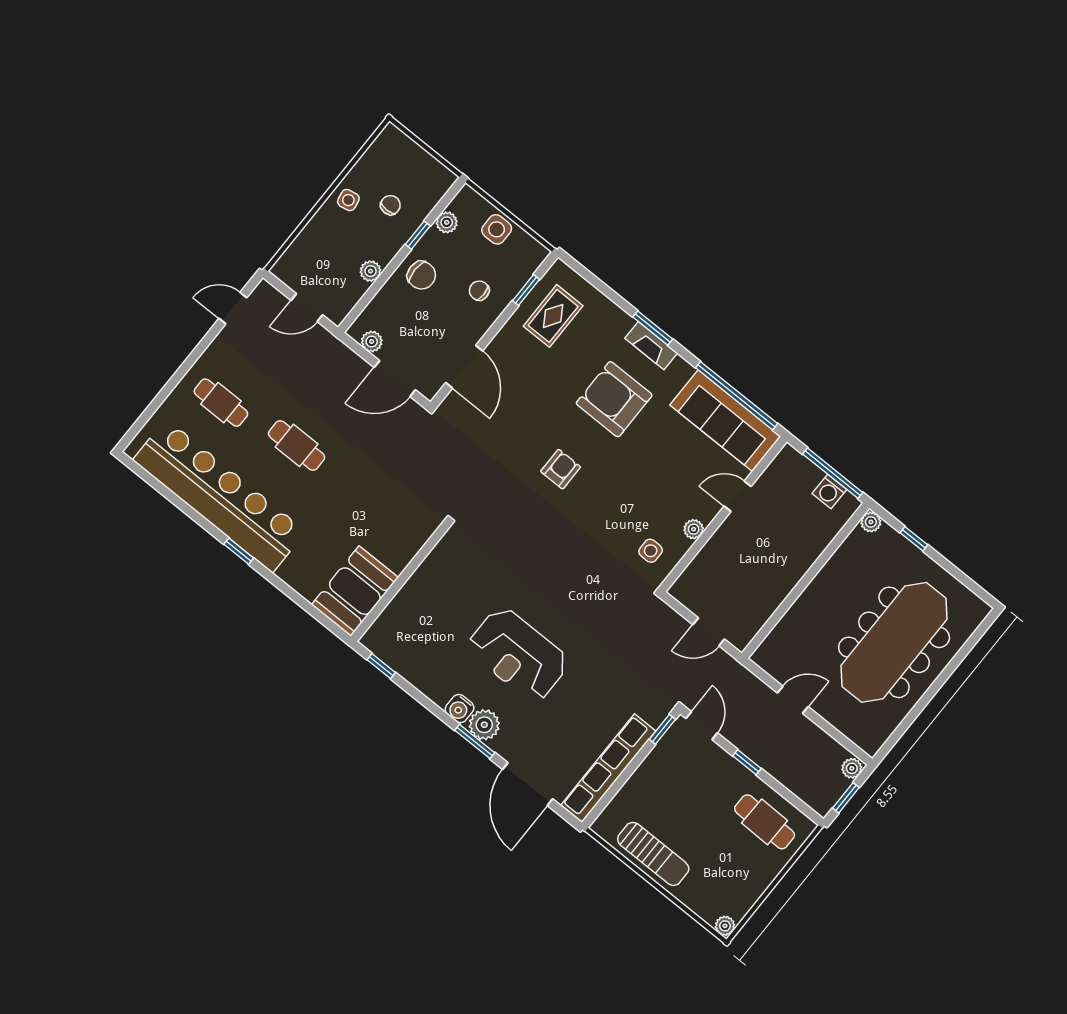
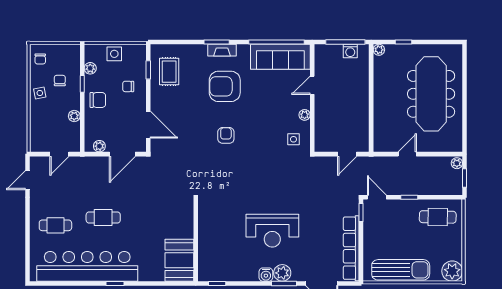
chair: (387, 153) -> (40, 59), added
sun lounger: (653, 854) -> (401, 270), width x1.36, depth x1.34
plant: (725, 926) -> (452, 271), width x1.88, depth x1.88

